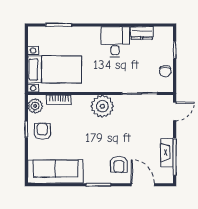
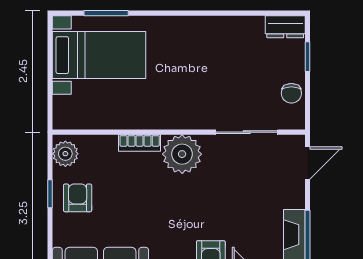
dresser: (142, 33) -> (285, 27), moved
desk: (115, 42) -> (204, 42), removed
bed with nightstands: (55, 69) -> (99, 55), moved
bookcase: (59, 100) -> (140, 143), moved

